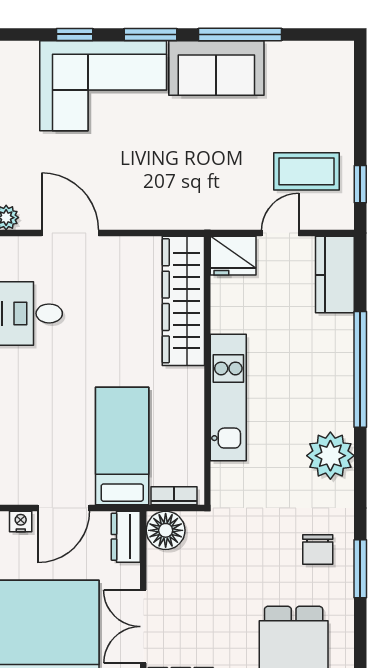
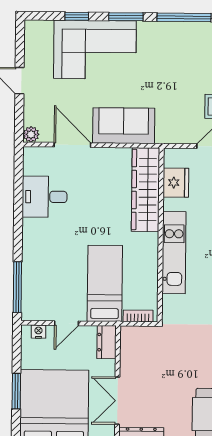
sofa: (216, 68) -> (124, 126), moved, turned 180
fridge: (233, 256) -> (176, 183), moved, turned -90
door: (64, 508) -> (66, 323), width x0.73
floor lamp: (166, 530) -> (132, 338), removed

